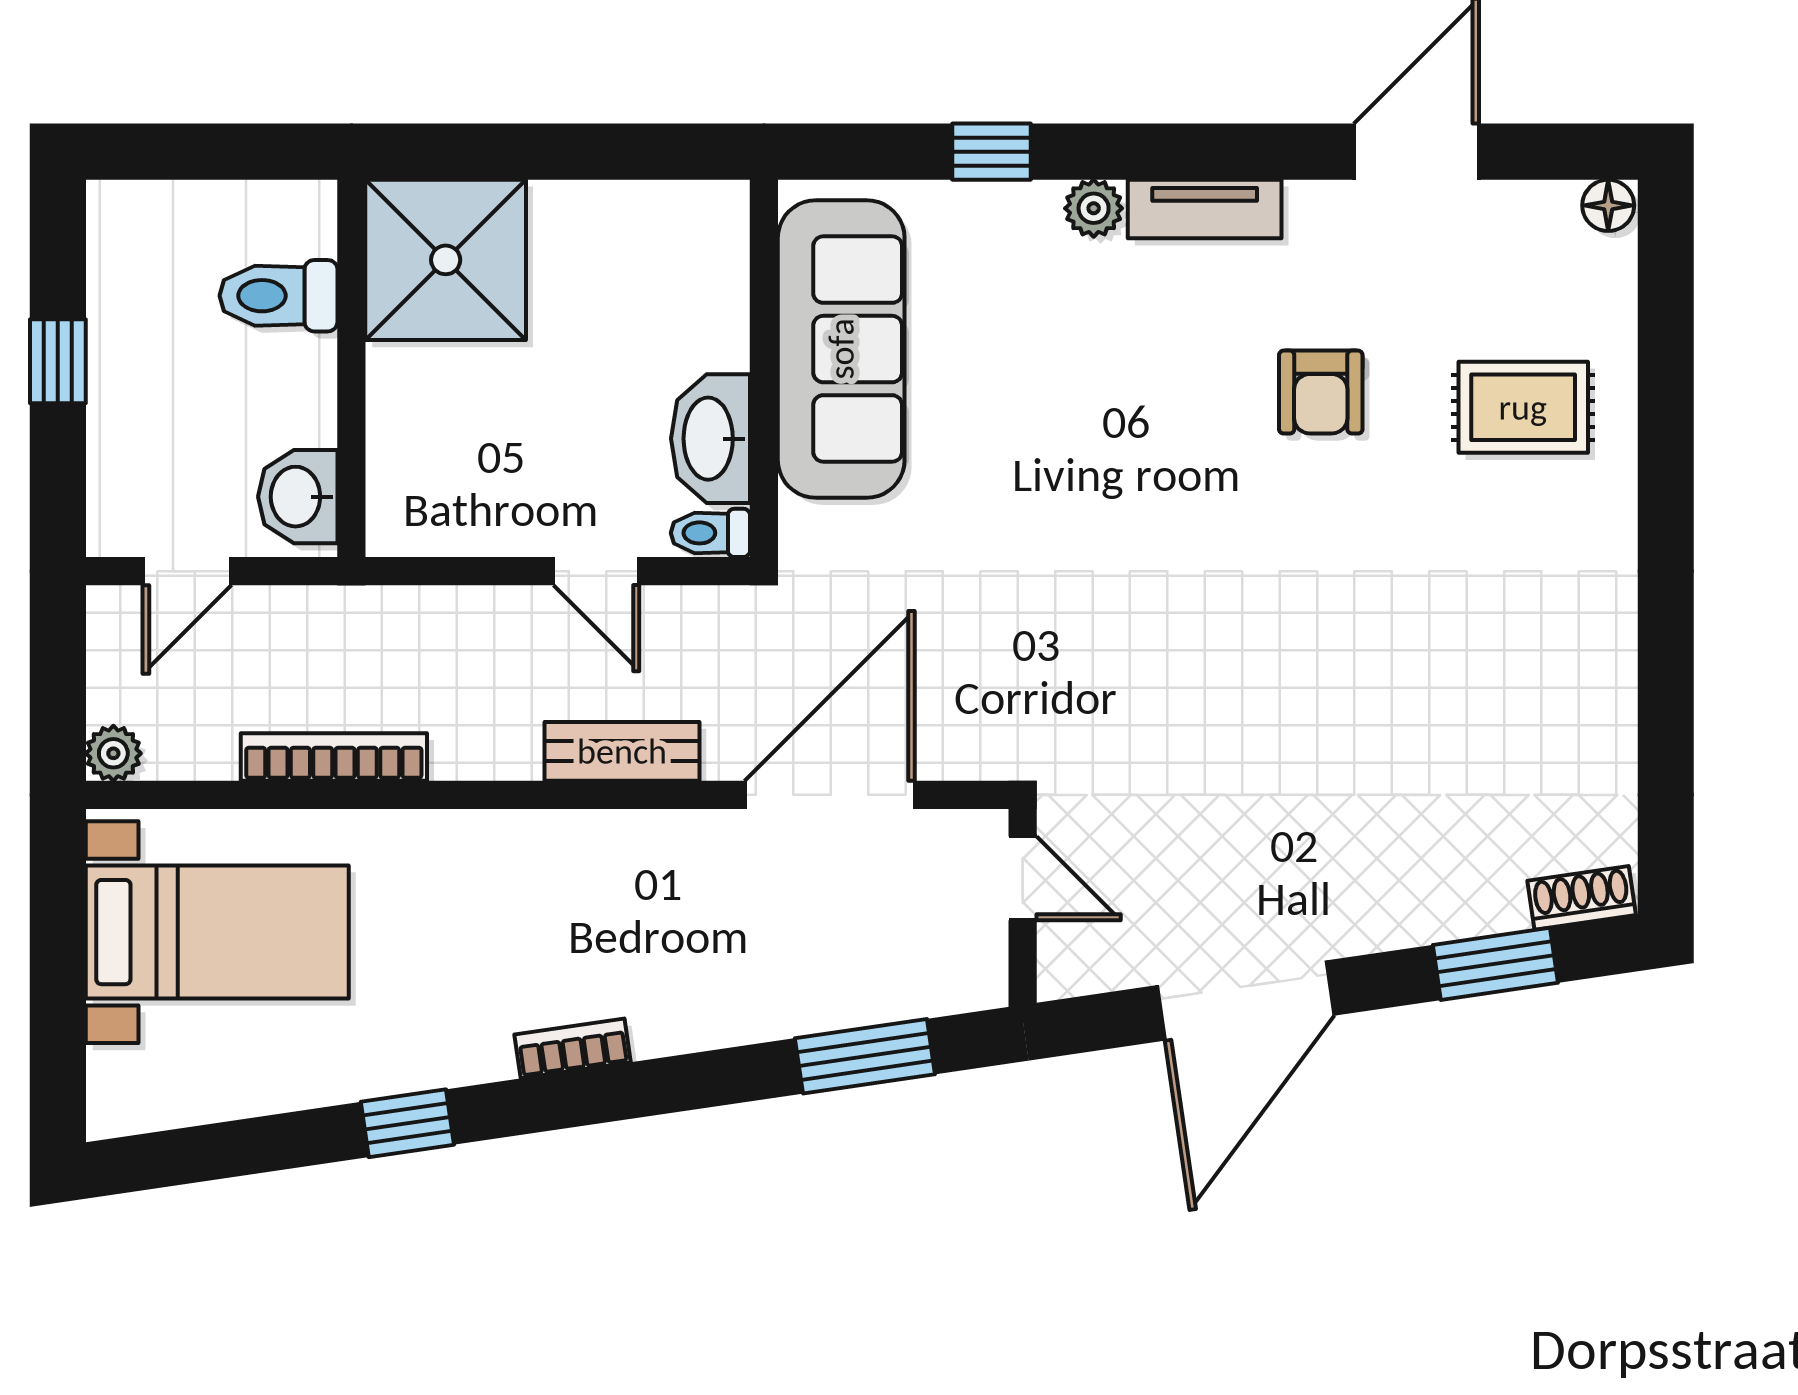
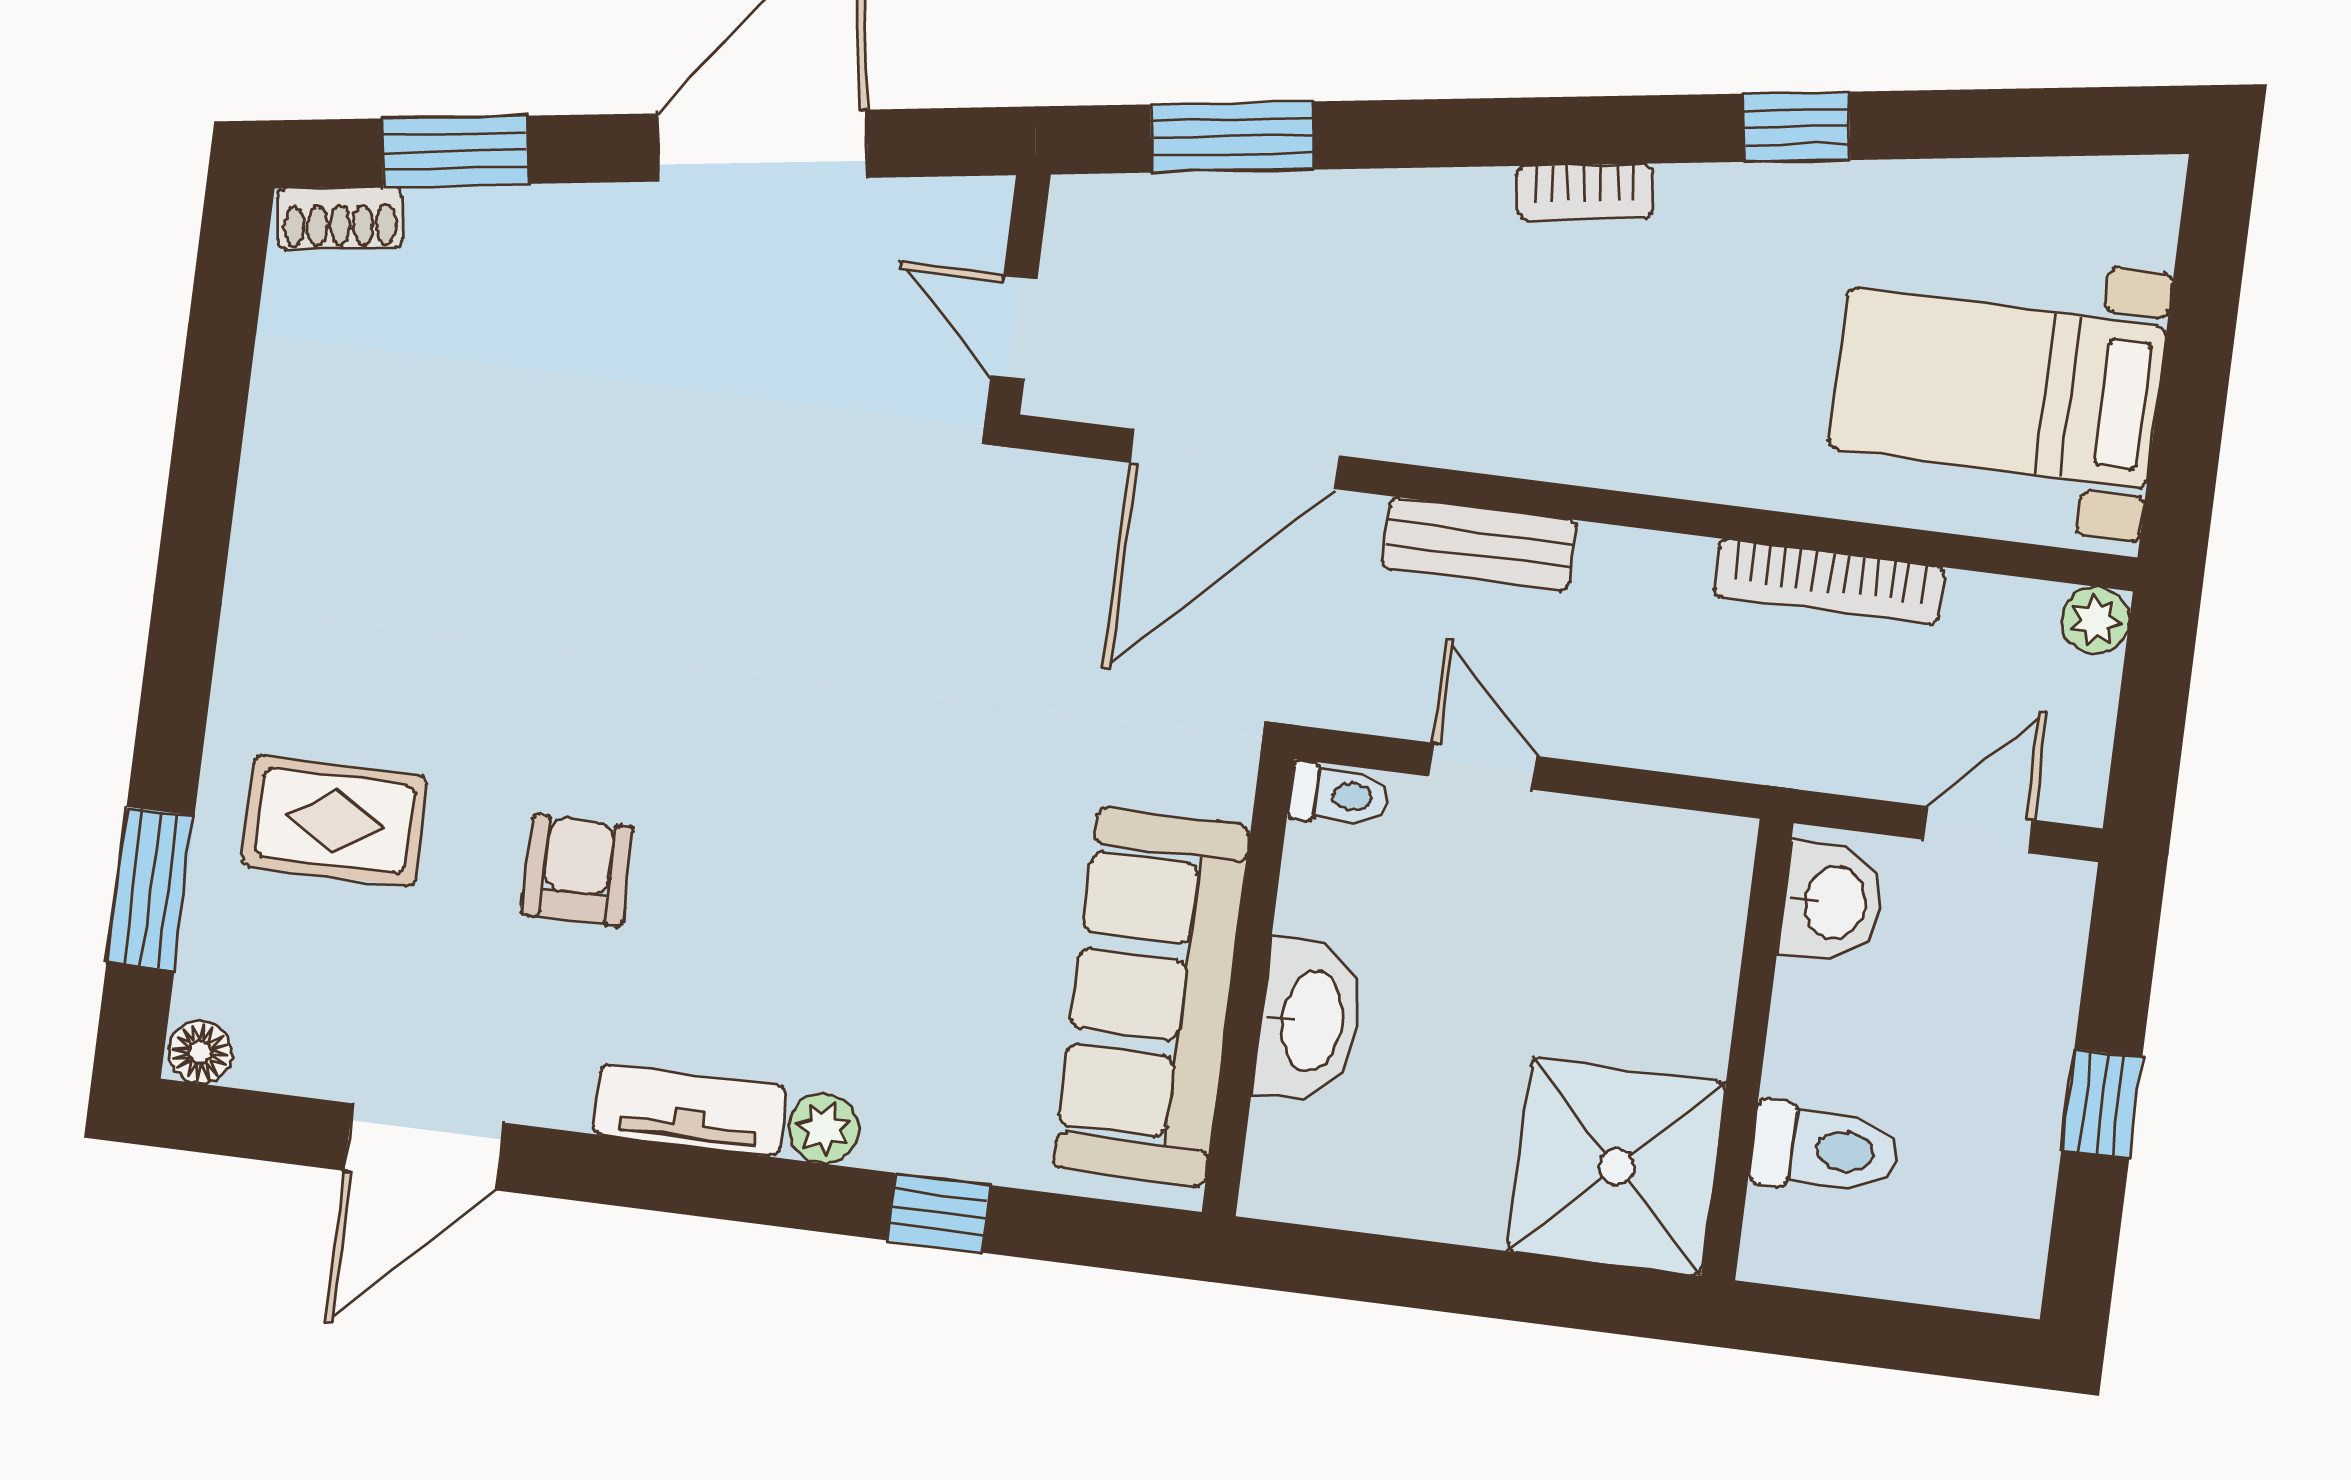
window: (1666, 333) -> (150, 889), added
washbasin: (711, 439) -> (1309, 1021), moved

